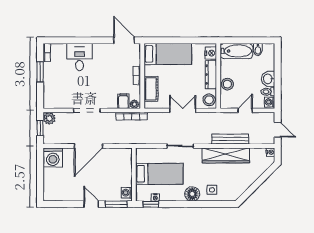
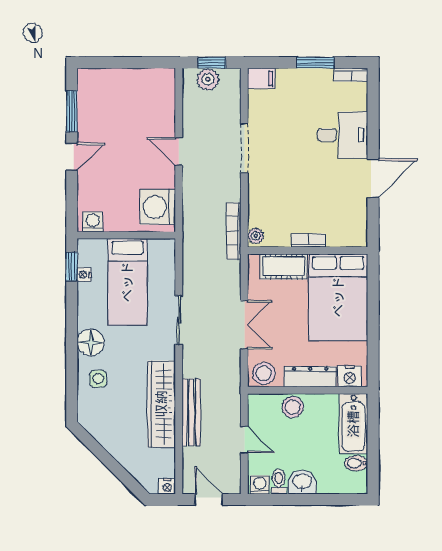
door: (124, 40) -> (373, 178), moved
bed: (168, 54) -> (338, 297), width x1.50
filing cabinet: (123, 101) -> (261, 78), moved
plant: (49, 118) -> (208, 79), moved
door: (278, 130) -> (209, 499), swing flipped
door: (88, 146) -> (179, 151), width x0.53
washing machine: (53, 157) -> (158, 207), moved
window: (116, 204) -> (72, 111), moved

